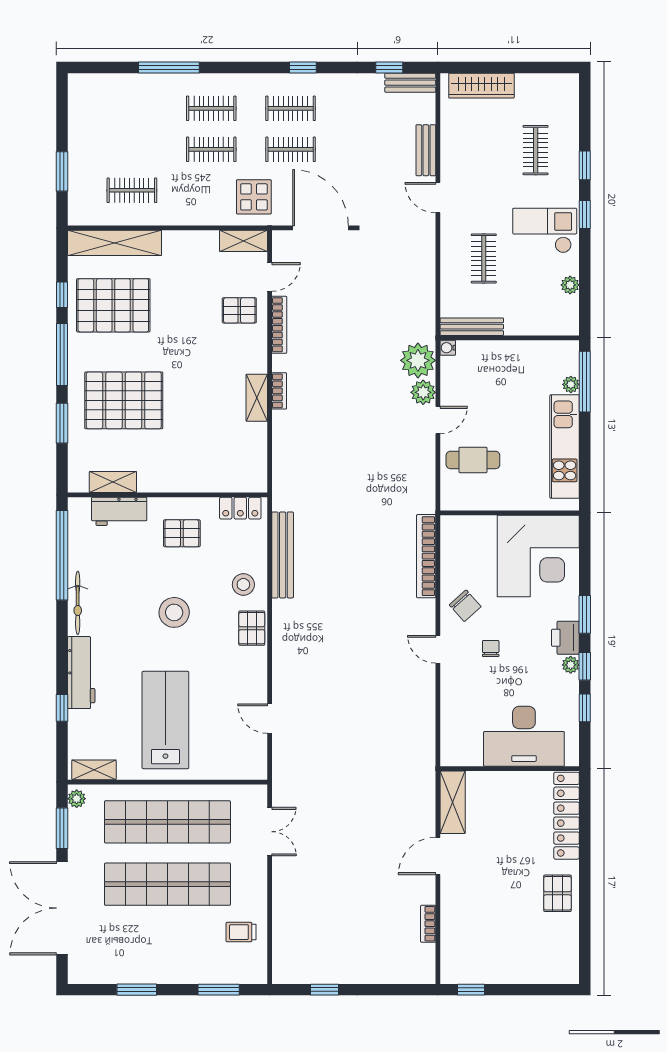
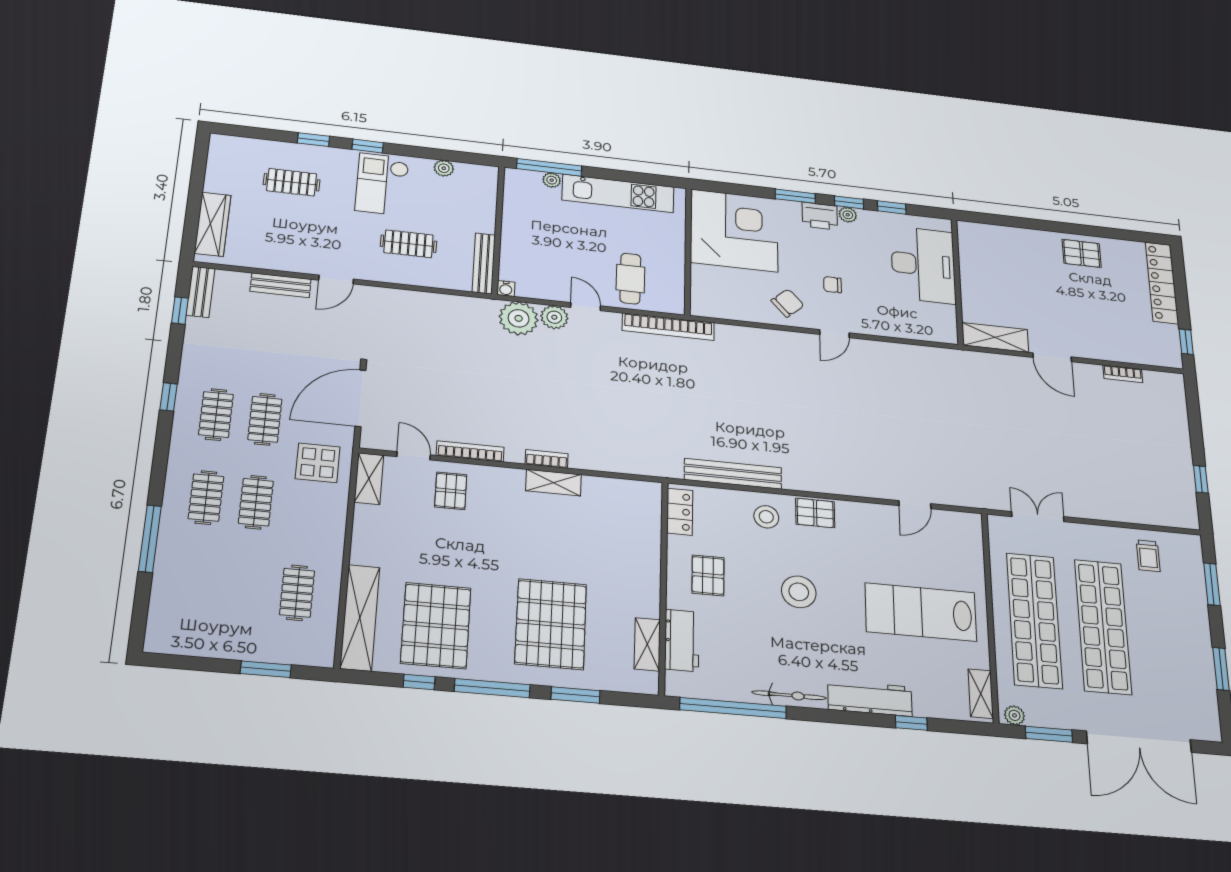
bookcase: (426, 556) -> (668, 327), moved
locker: (567, 816) -> (1162, 283), moved, turned 90

